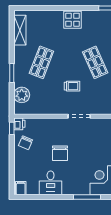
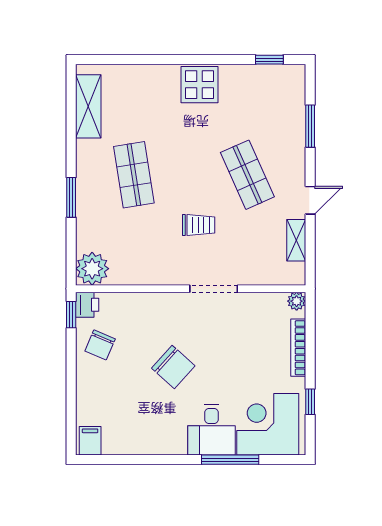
shop shelf: (41, 62) -> (134, 175), turned -30
plant: (22, 95) -> (92, 269), moved
chair: (60, 153) -> (173, 367), turned -48
desk: (51, 183) -> (212, 430), moved

